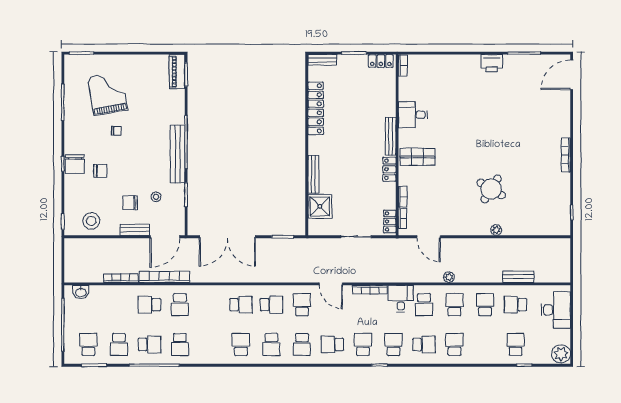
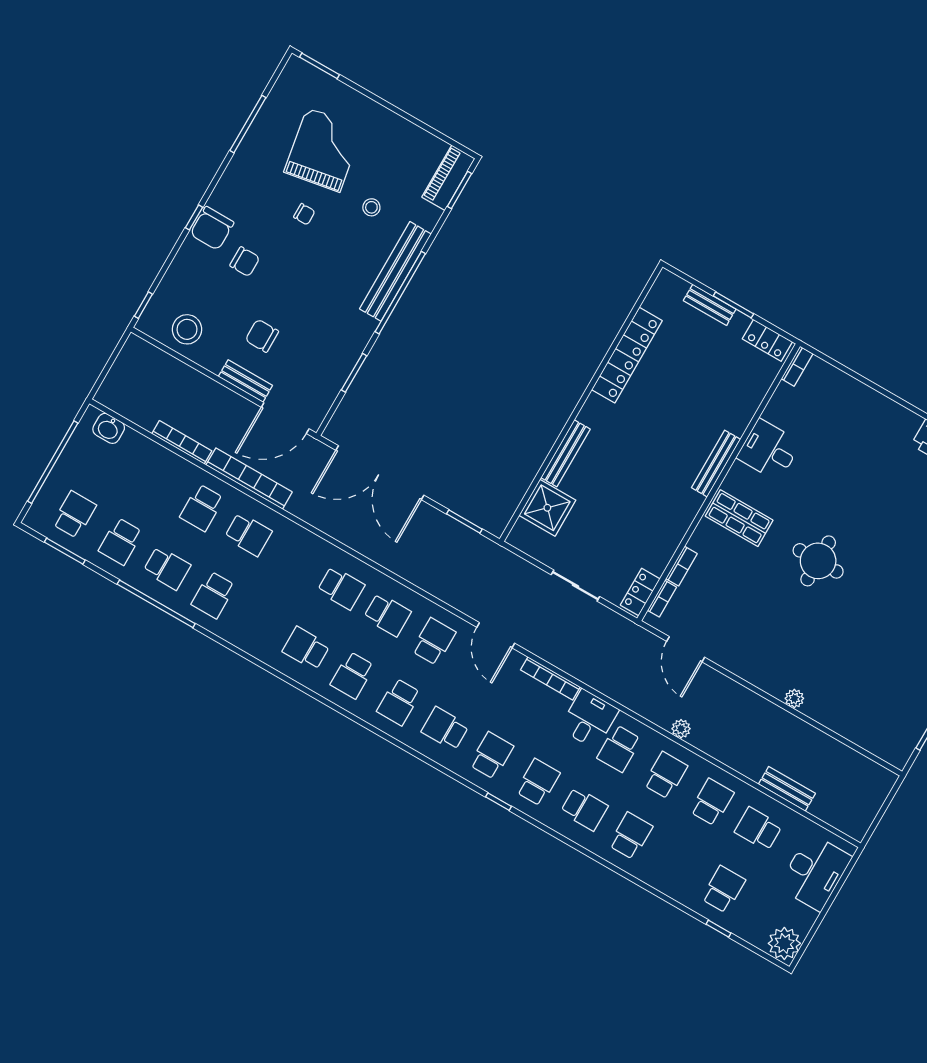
bench: (322, 60) -> (710, 305), moved
bench: (178, 154) -> (395, 271), moved
locker: (389, 169) -> (685, 512), removed
round table: (491, 189) -> (818, 561), moved, turned -31
stool: (156, 197) -> (371, 207), moved
school desk: (149, 305) -> (202, 508), turned -90
school desk: (180, 305) -> (248, 534), turned -90
school desk: (241, 344) -> (306, 648), turned -90

